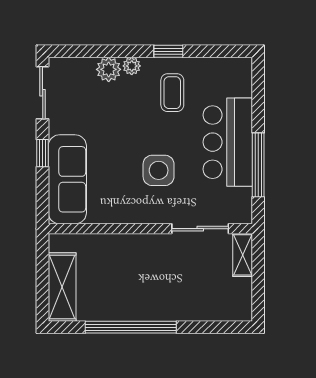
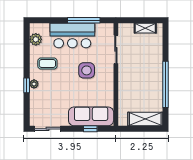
window: (168, 51) -> (27, 85), moved
plant: (109, 69) -> (36, 39), moved
window: (43, 153) -> (90, 129), moved
shelving: (243, 255) -> (145, 28), moved

